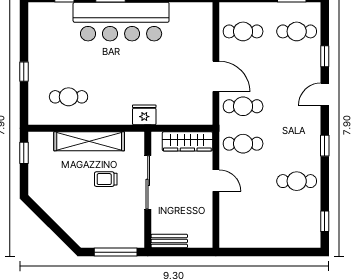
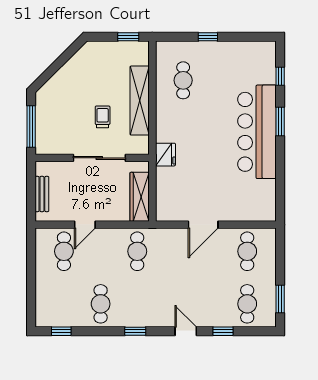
cafe table: (243, 106) -> (64, 251), moved
door: (216, 181) -> (85, 225), moved
bench: (169, 241) -> (42, 194), moved

